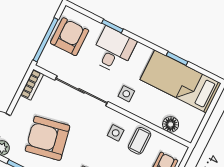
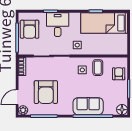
armchair: (70, 37) -> (30, 29), turned 180
floor lamp: (171, 124) -> (111, 50), removed
armchair: (48, 138) -> (46, 92), turned -79

